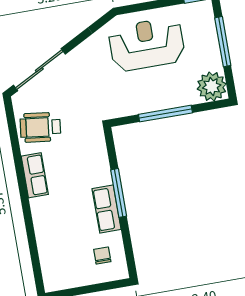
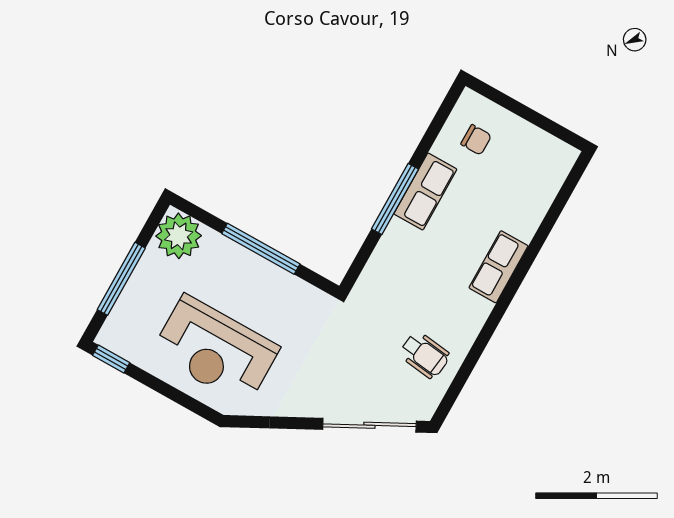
wheelchair: (40, 127) -> (425, 355), width x0.73, depth x0.73
row of seats: (35, 175) -> (499, 267), moved
chair: (102, 256) -> (476, 140), turned -90

